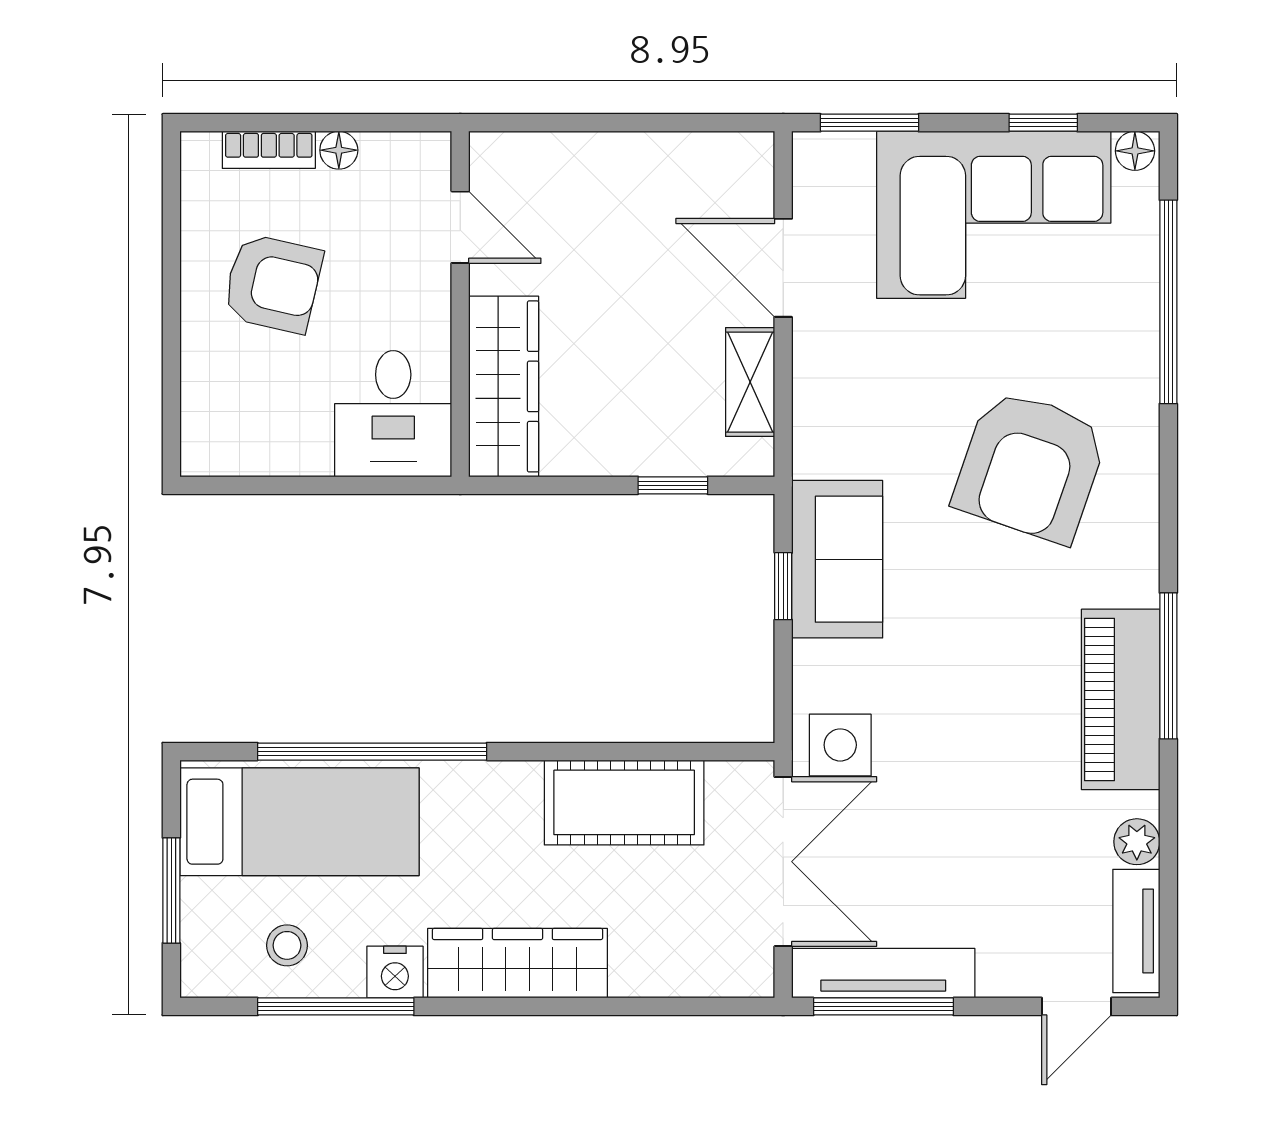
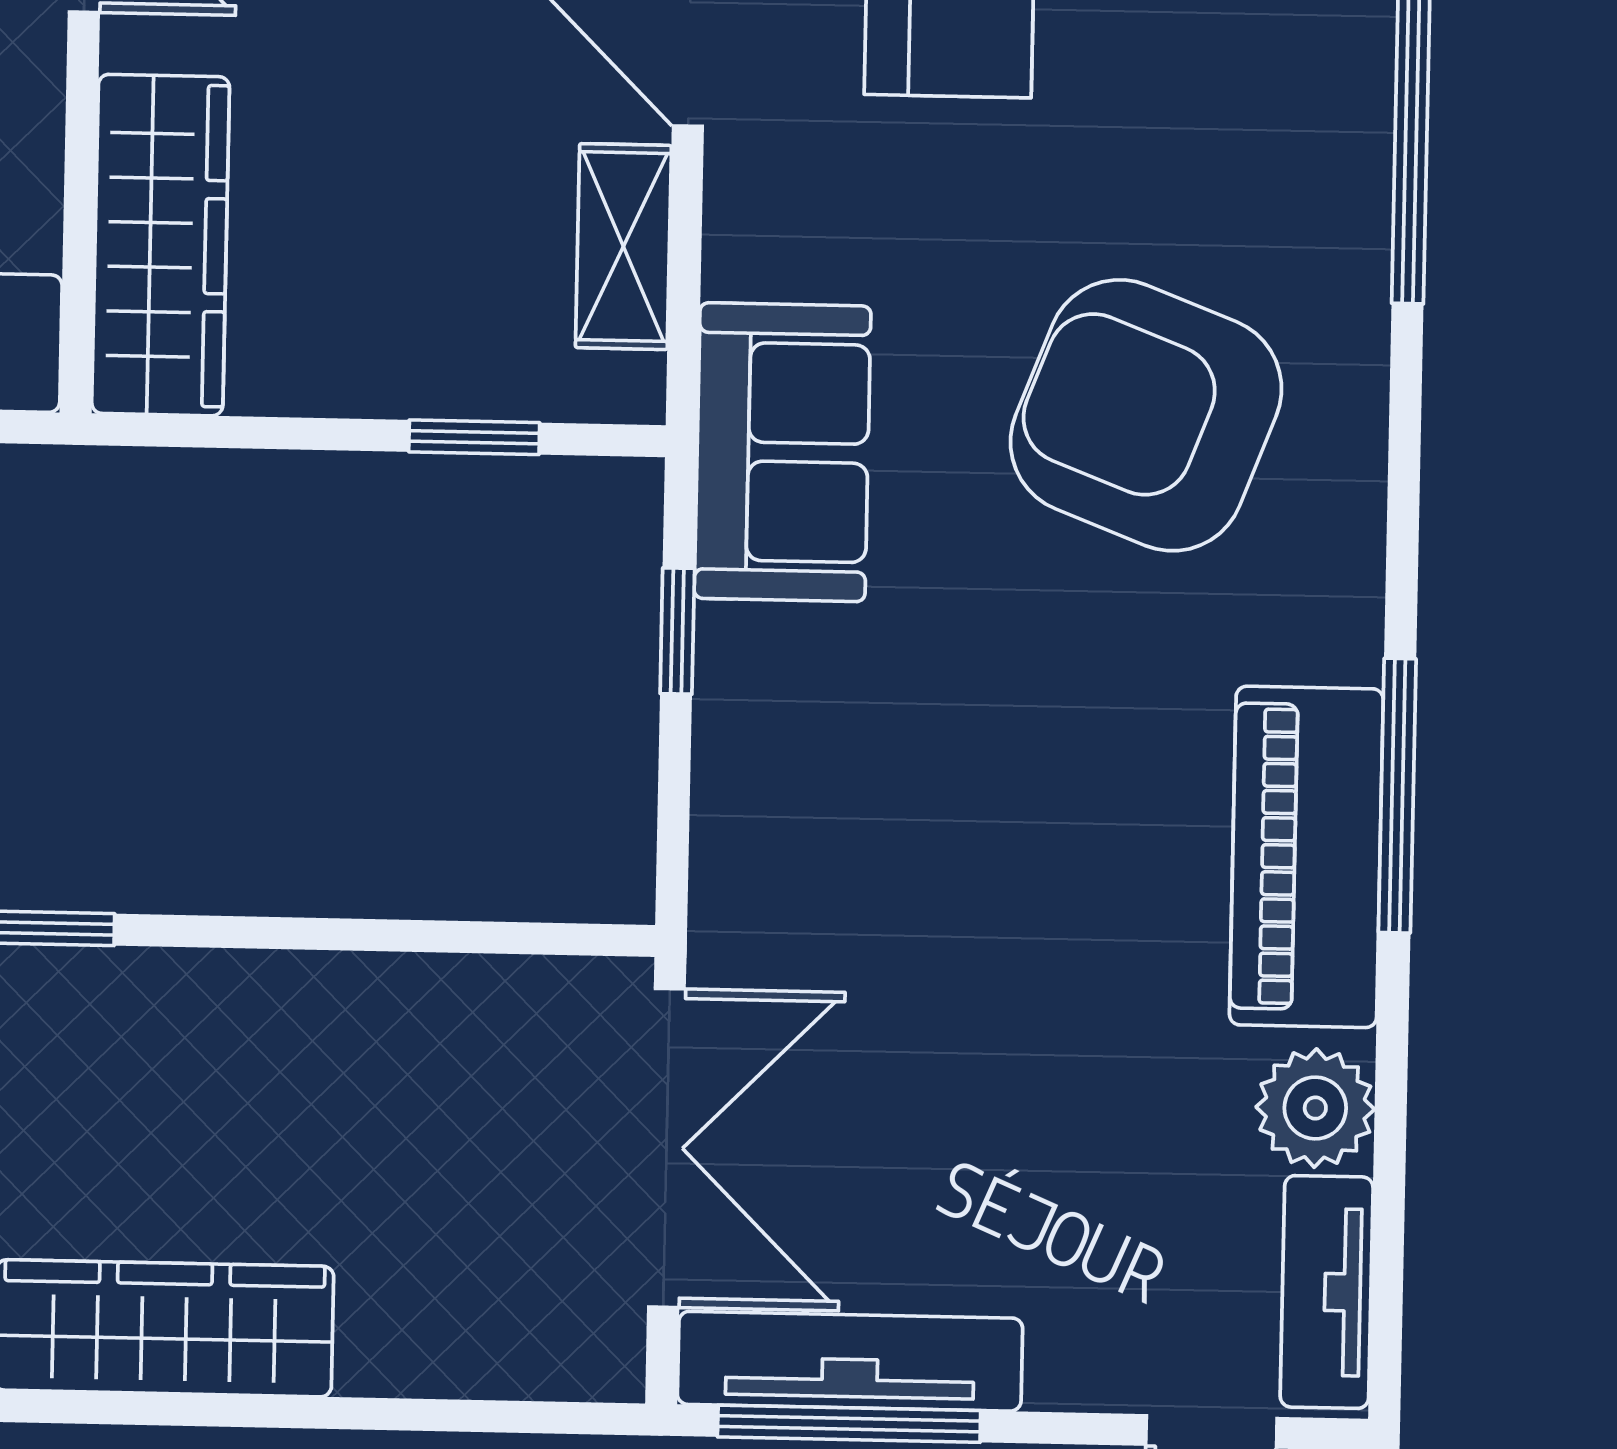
armchair: (1030, 466) -> (1146, 415), turned 92
sofa: (837, 559) -> (783, 452), moved
side table: (840, 745) -> (778, 931), removed
cot: (624, 802) -> (370, 1031), removed
plant: (1137, 842) -> (1315, 1108), width x1.38, depth x1.38

